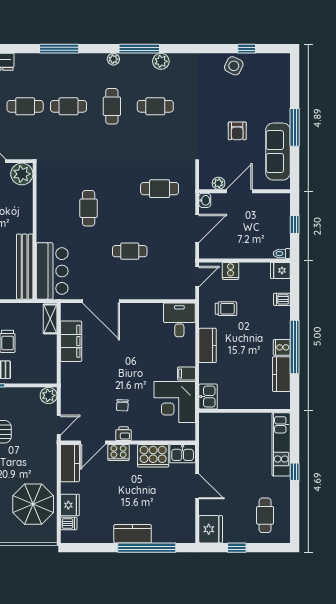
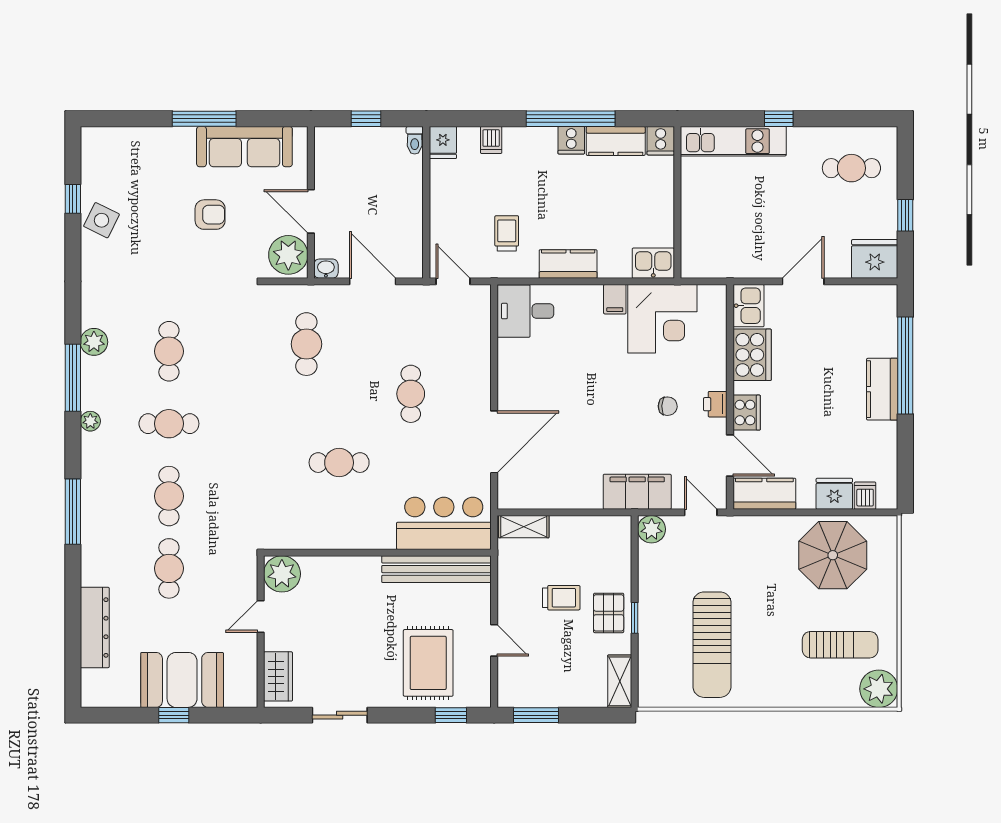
plant: (218, 183) -> (288, 255), width x1.87, depth x1.87
cooker: (231, 271) -> (661, 141), moved, turned 90
filing cabinet: (71, 341) -> (637, 492), moved

